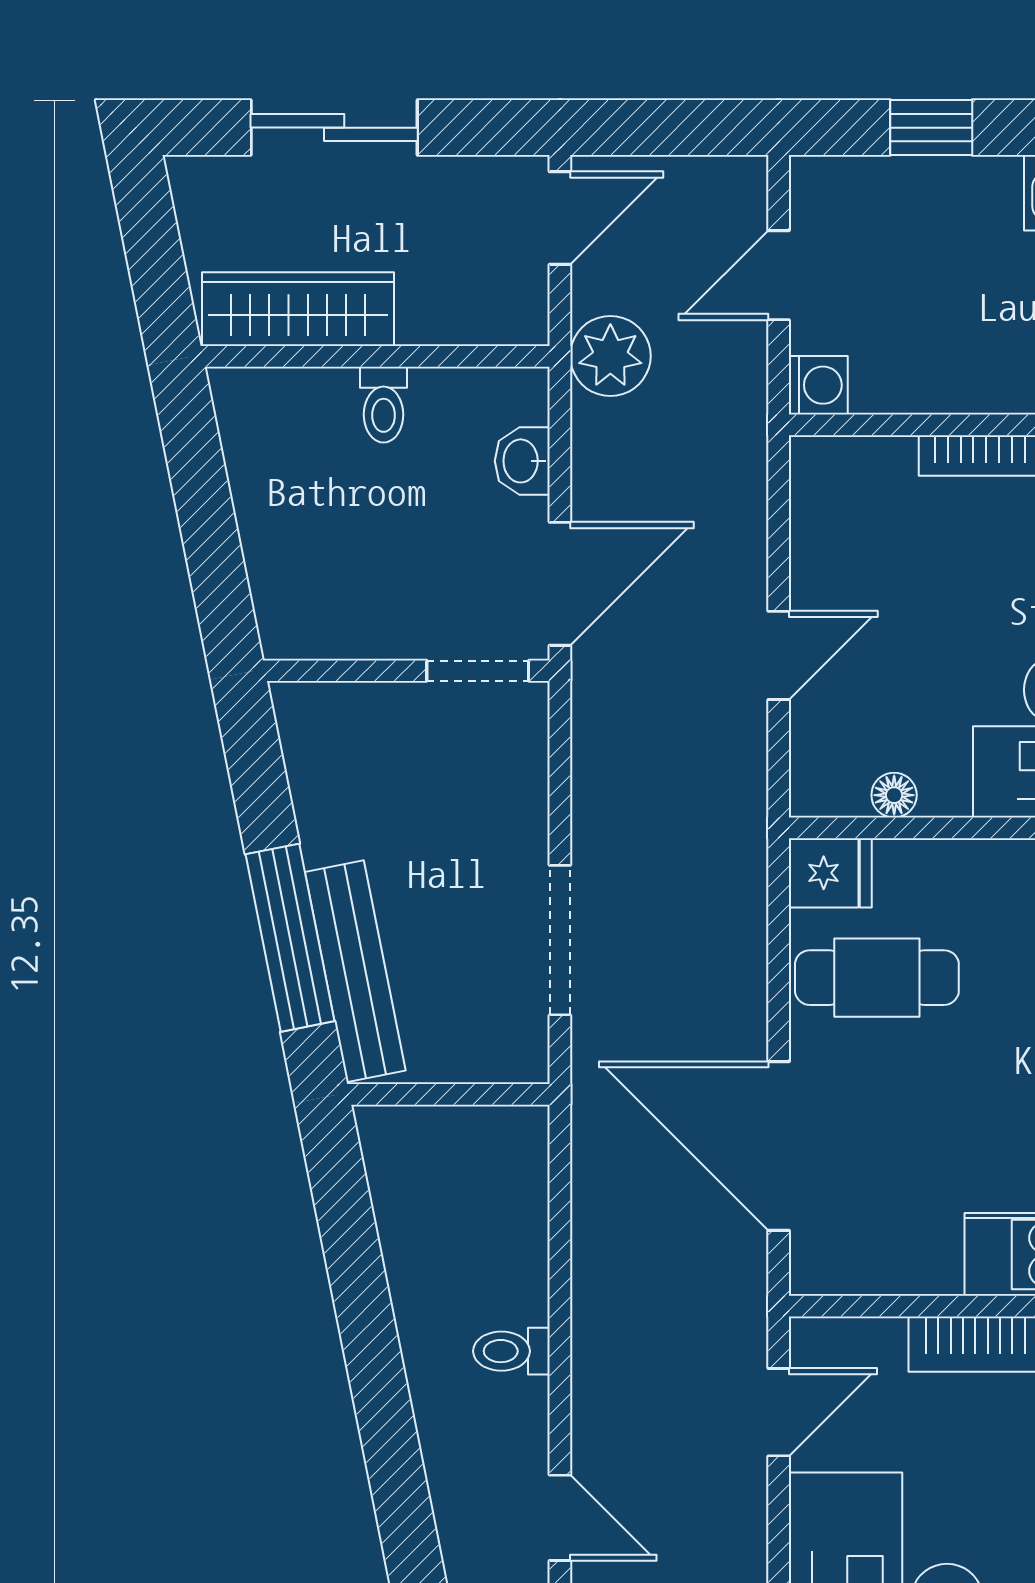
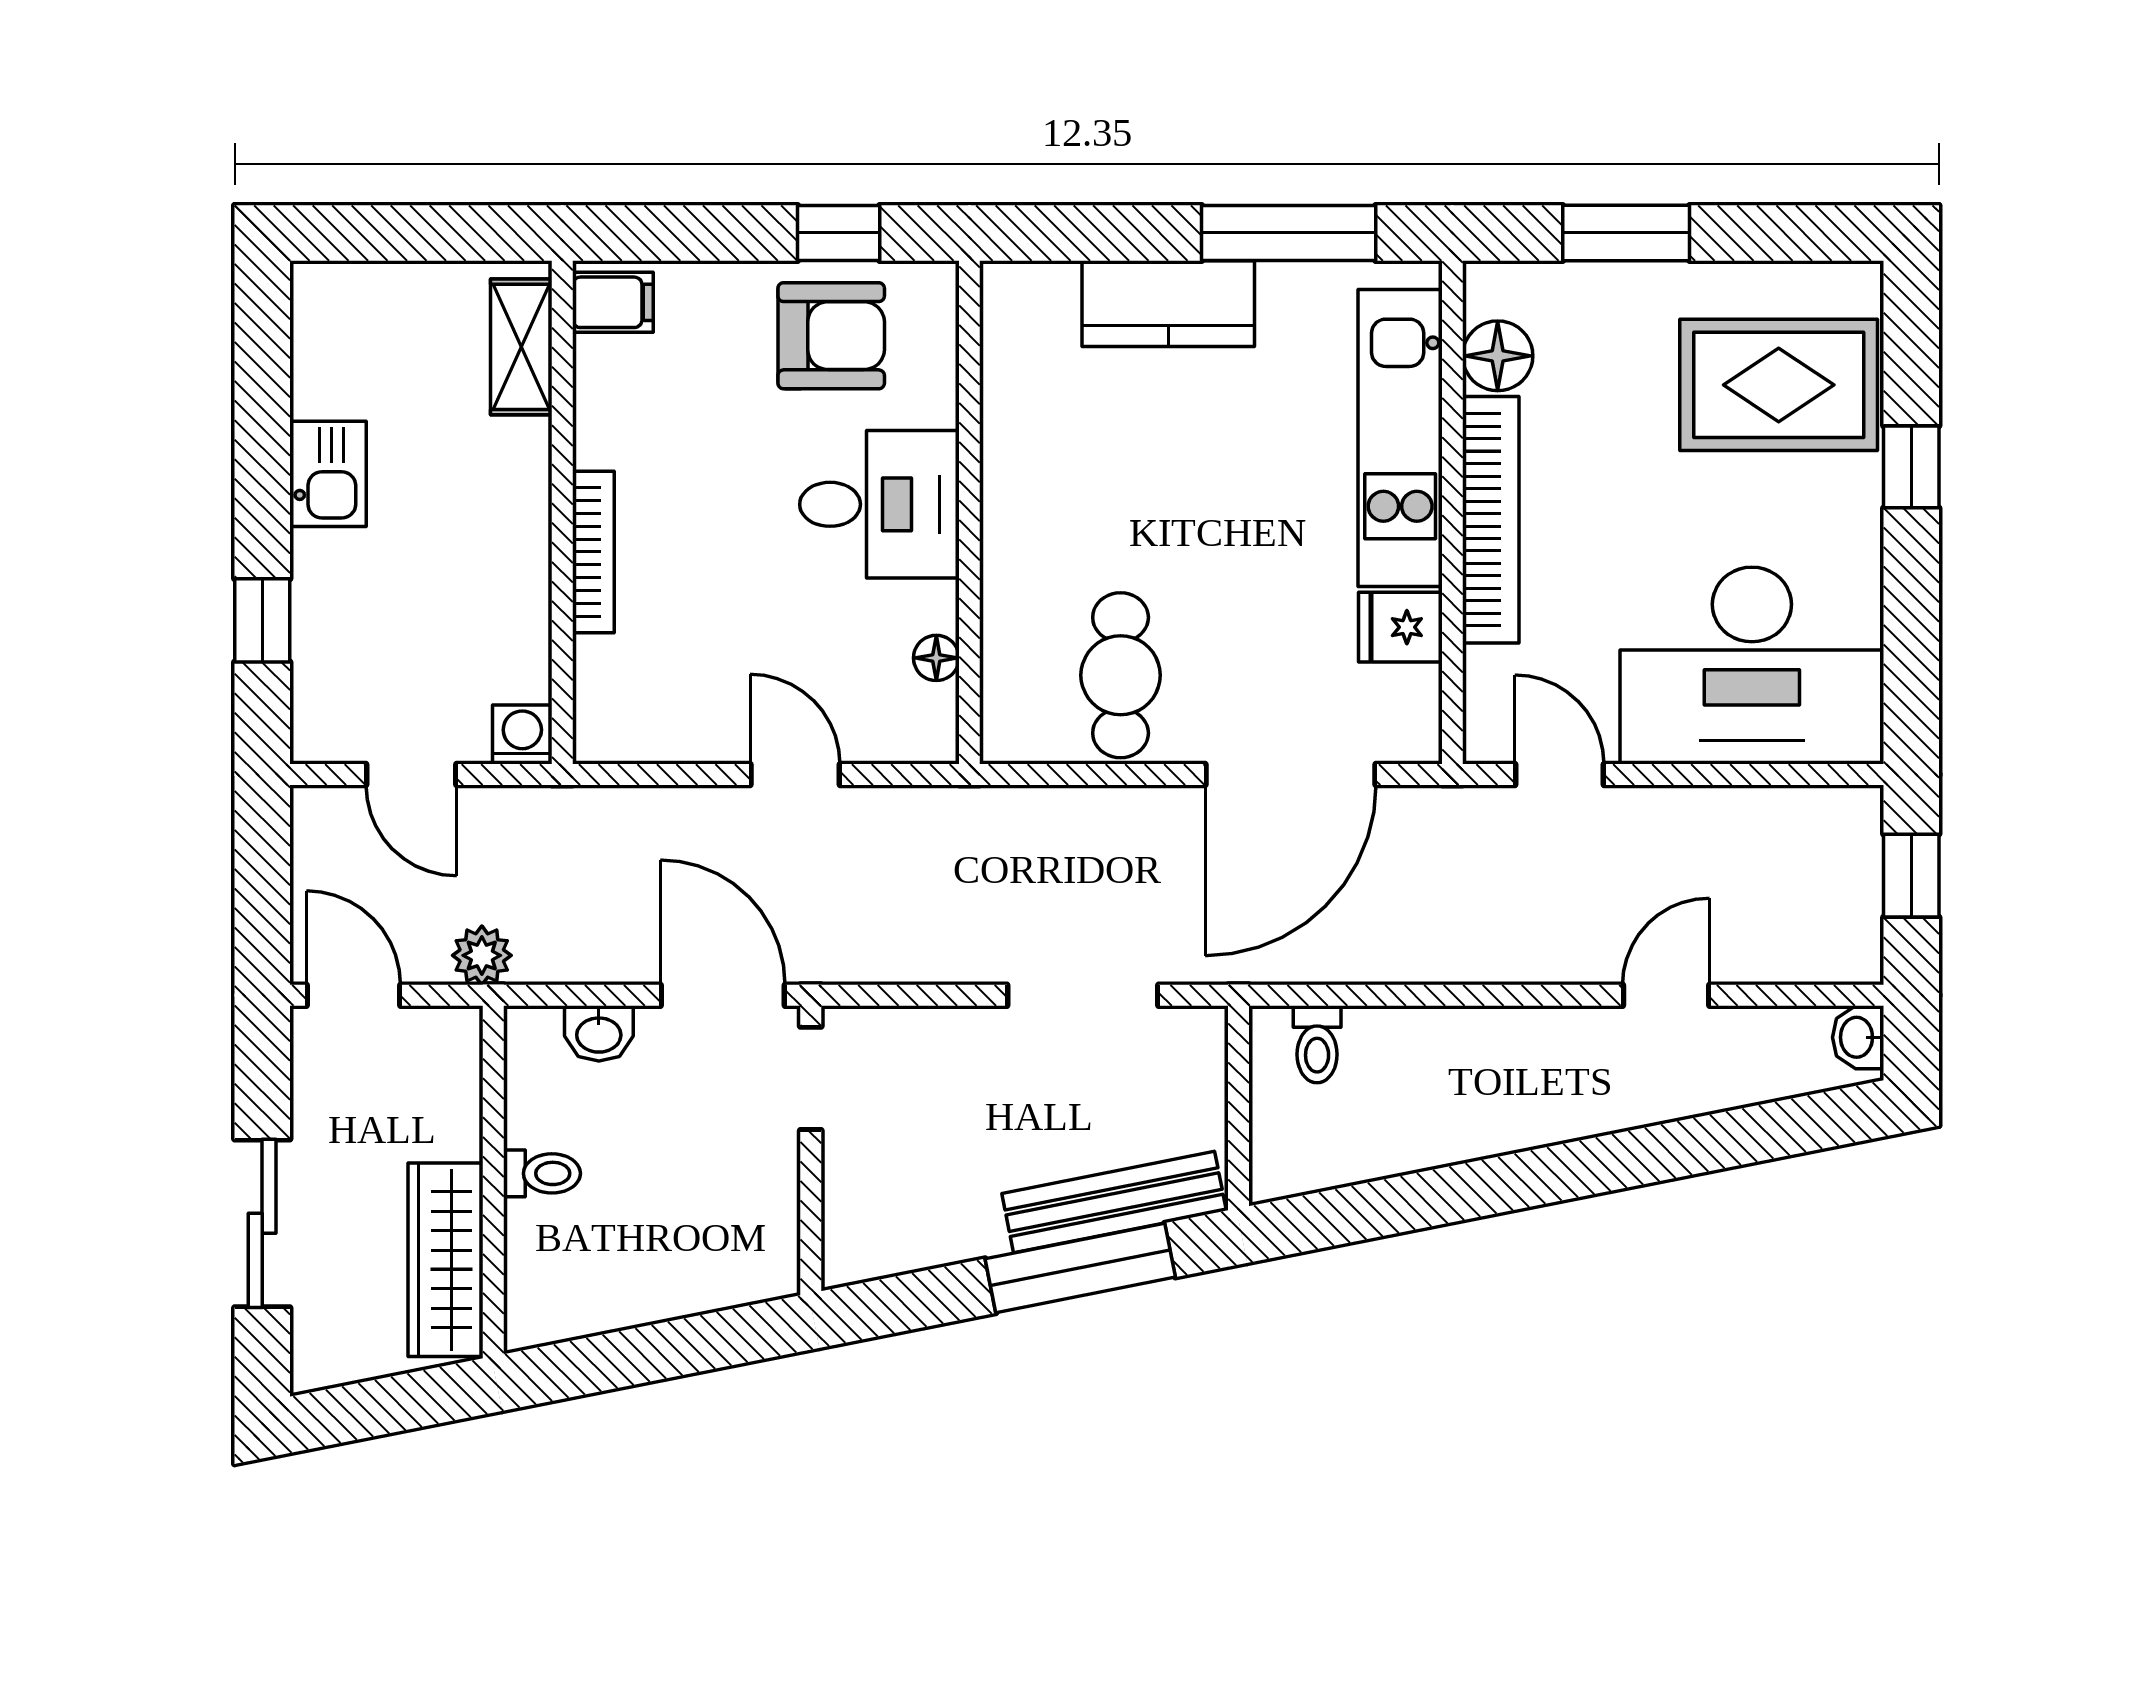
plant: (610, 356) -> (482, 955), width x0.73, depth x0.73
fridge: (830, 873) -> (1400, 627), moved, turned -90
toilet: (511, 1351) -> (1317, 1044), moved

